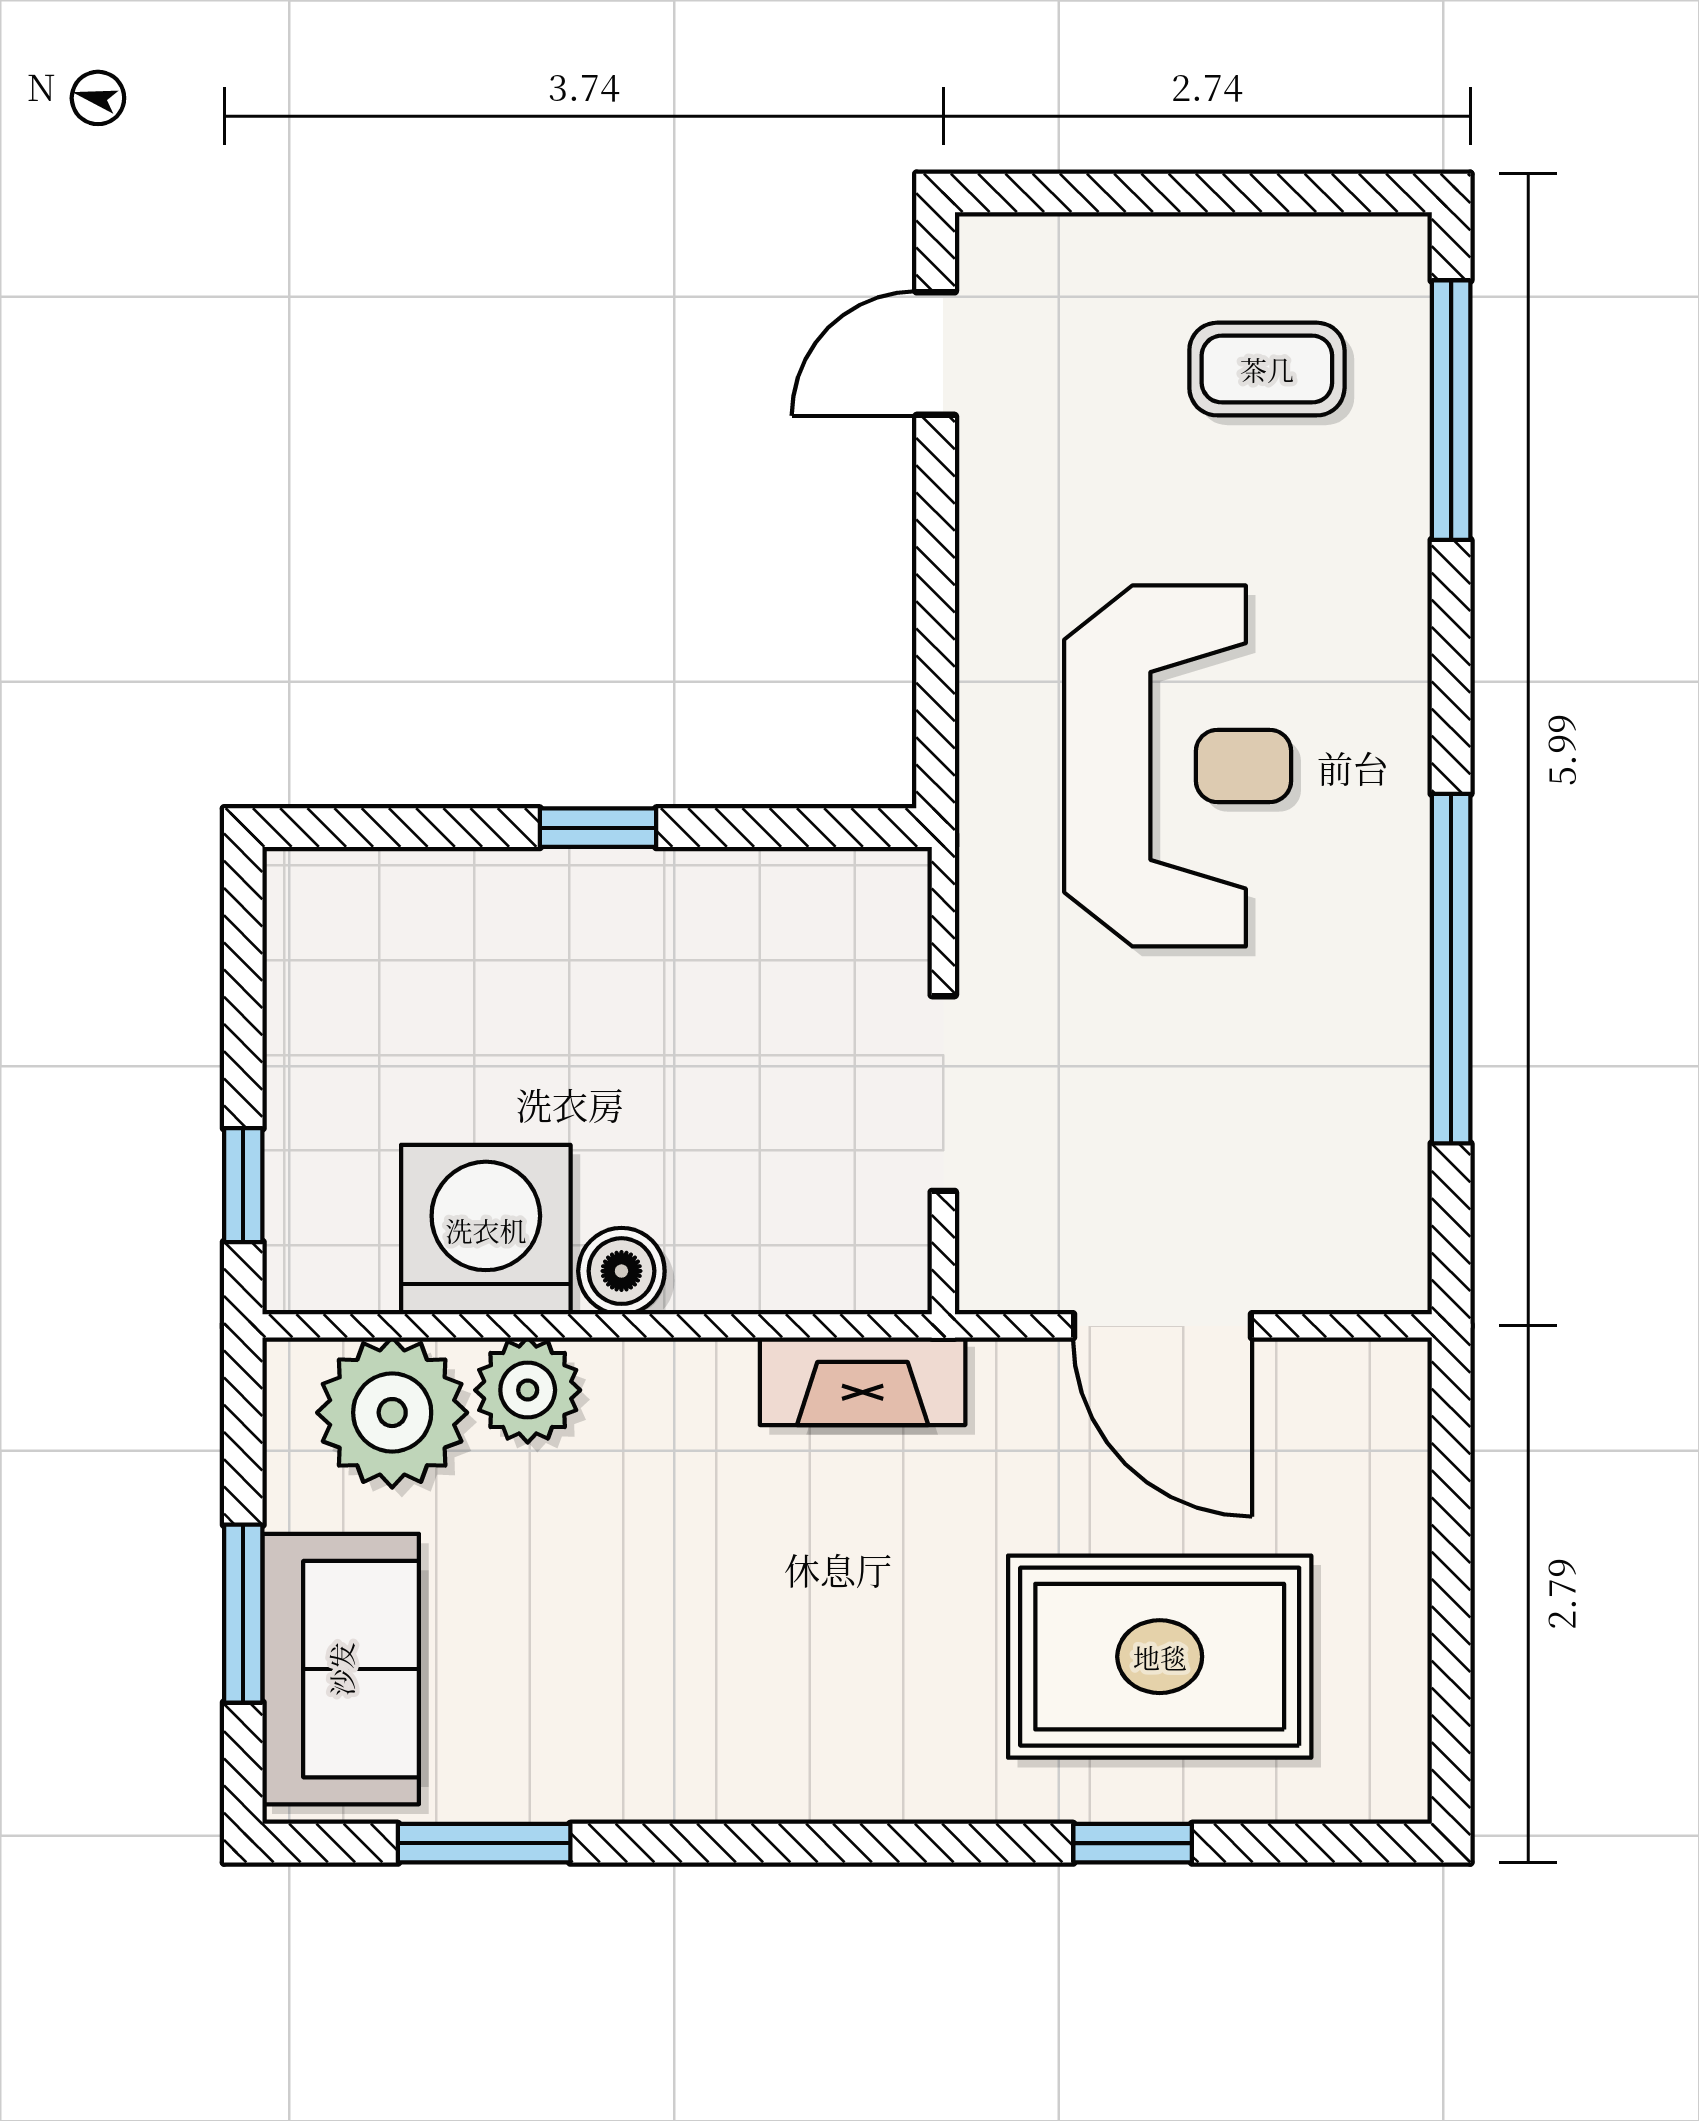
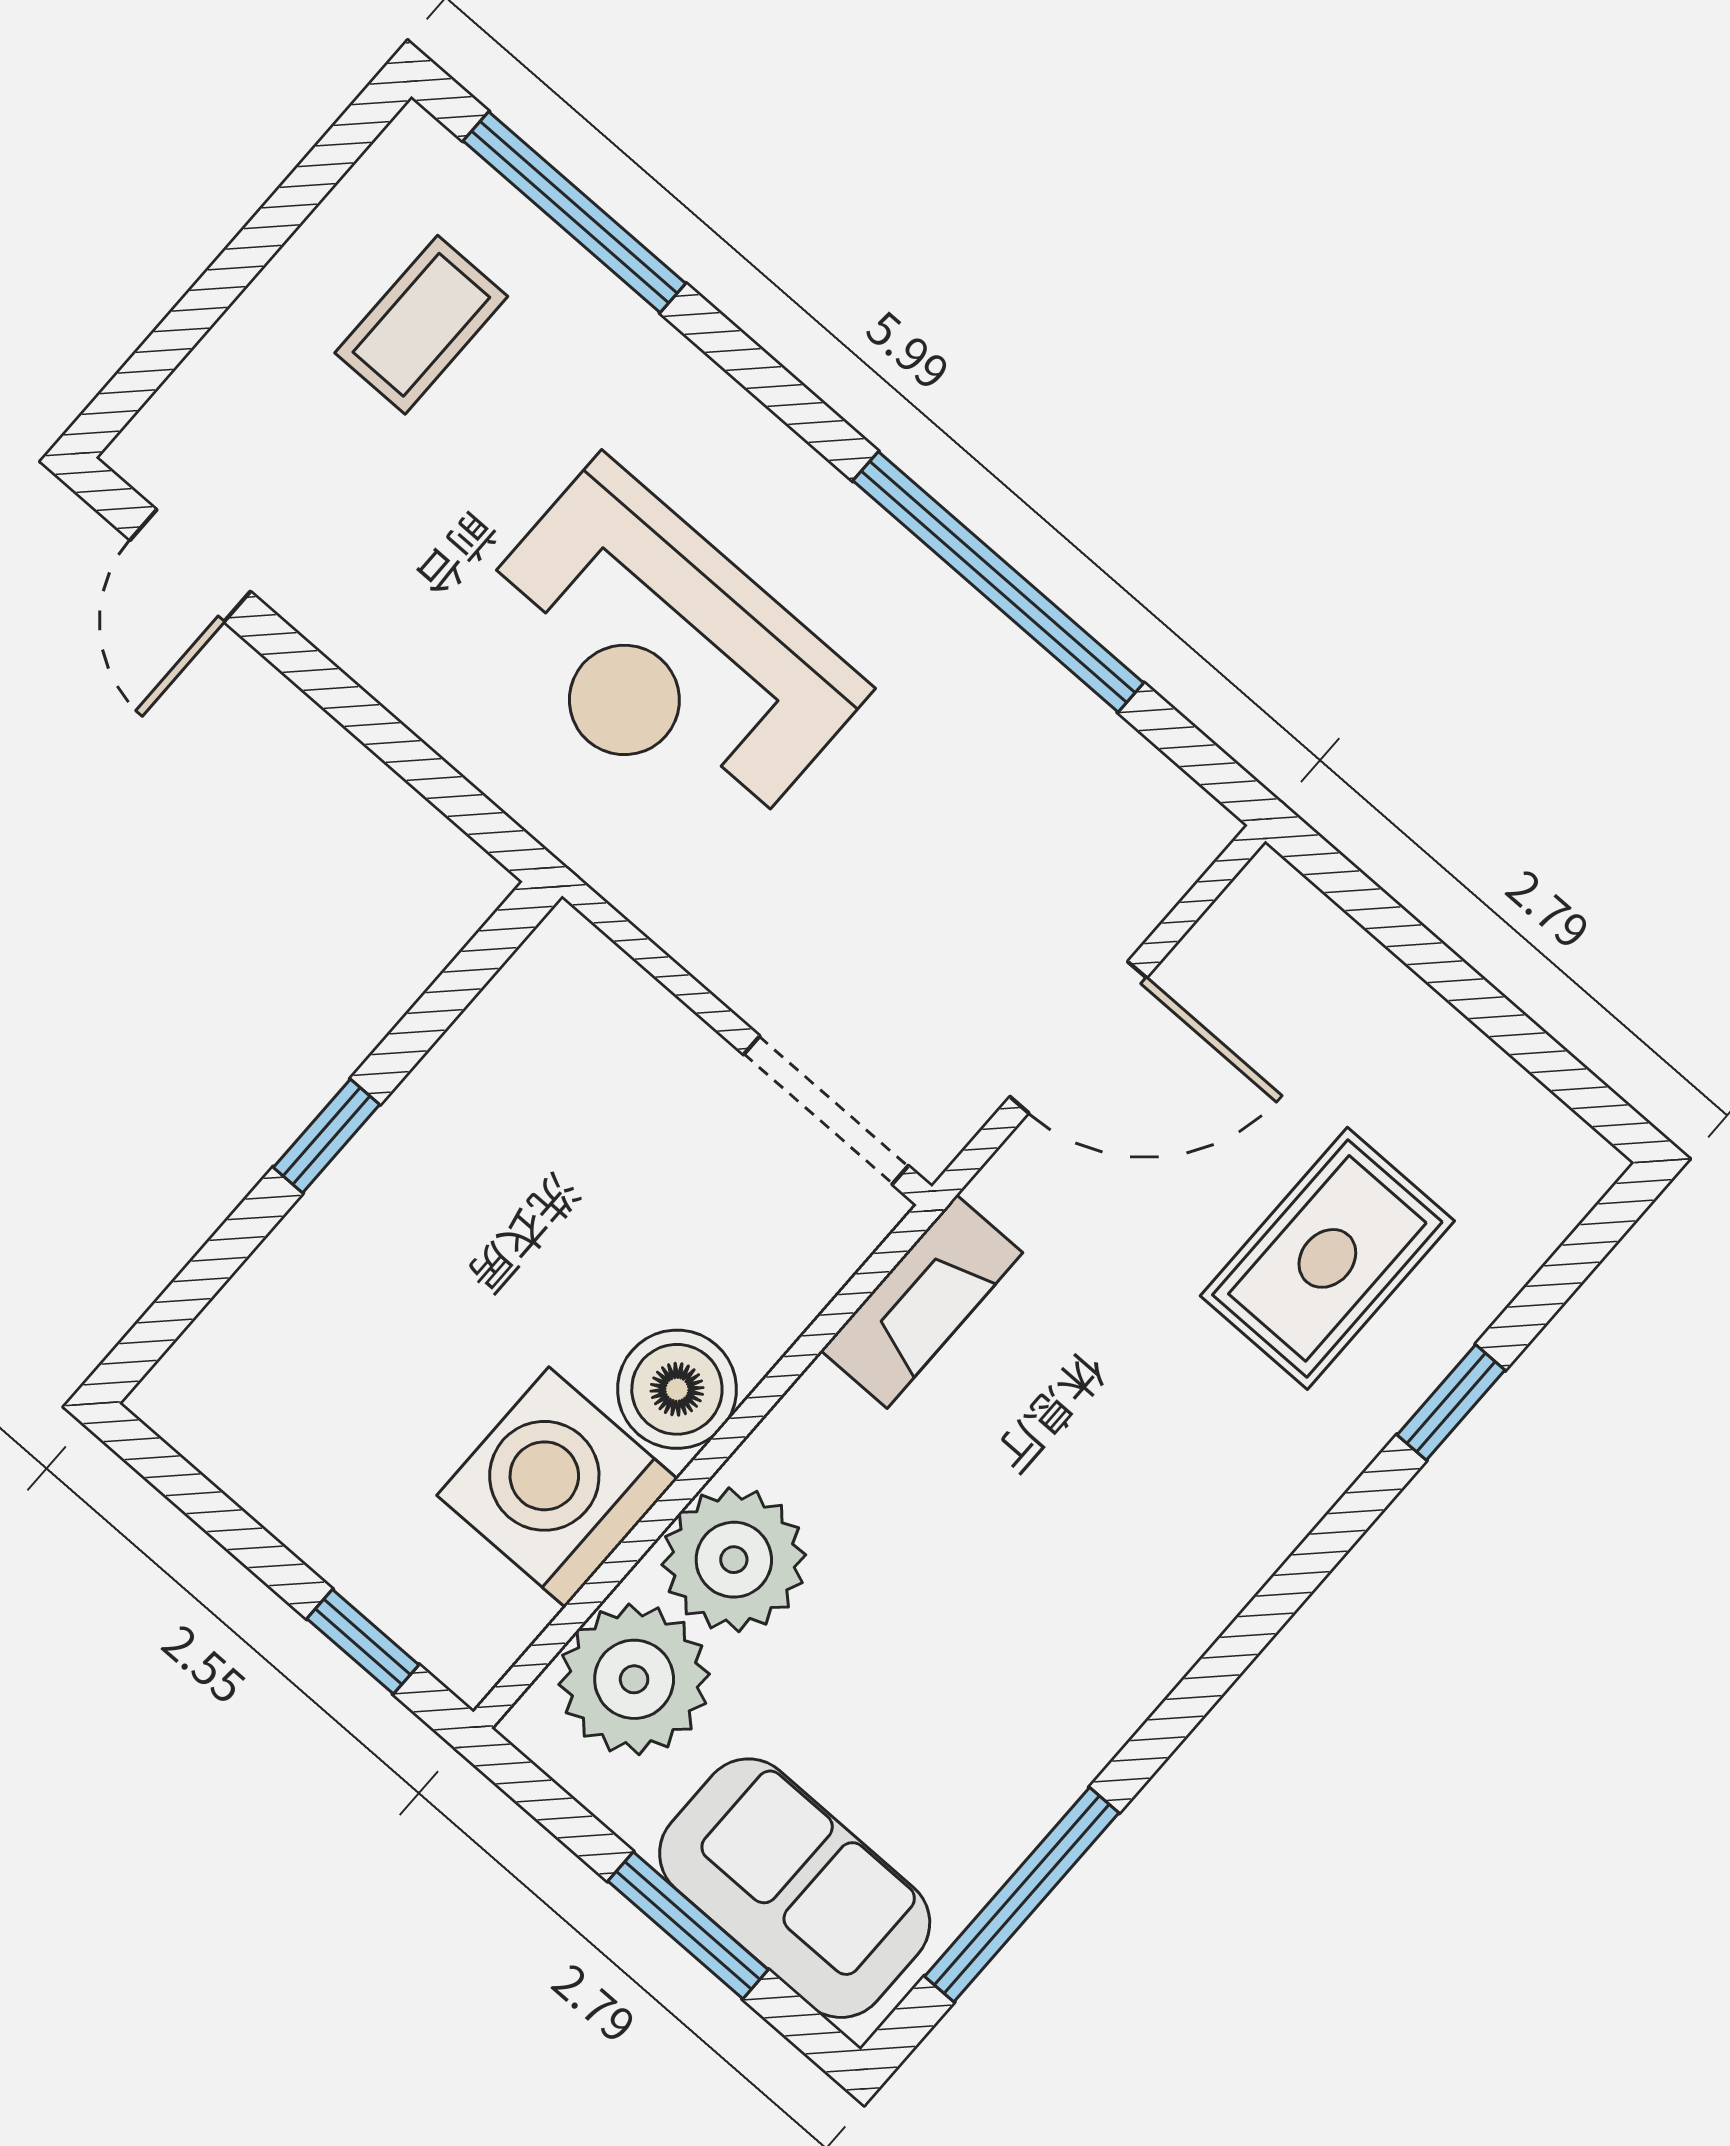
reception desk: (1178, 766) -> (663, 655), turned 180
doorway: (943, 1094) -> (826, 1110), moved
boiler: (621, 1271) -> (677, 1389), width x1.36, depth x1.36
plant: (528, 1390) -> (734, 1560), width x1.36, depth x1.36
rug: (1160, 1657) -> (1327, 1258), width x0.73, depth x0.70
window: (484, 1843) -> (1022, 1895), width x1.44

